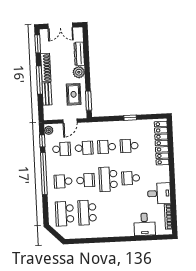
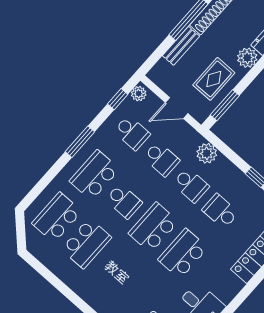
plant: (100, 128) -> (207, 153), added
school desk: (107, 147) -> (191, 185), turned 180
window: (44, 174) -> (80, 142), width x0.47
school desk: (131, 178) -> (183, 254), width x1.85
school desk: (63, 181) -> (94, 175), width x1.85
school desk: (87, 213) -> (86, 243), turned 180

